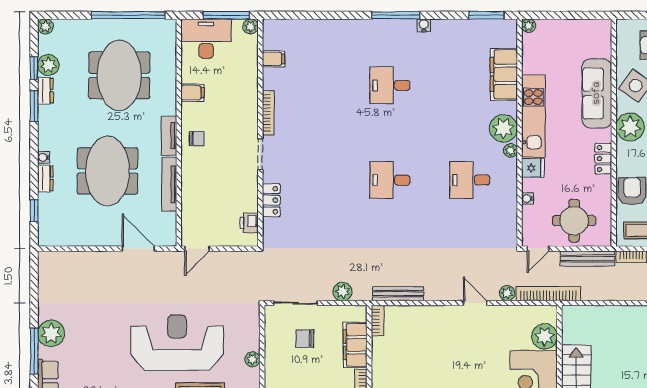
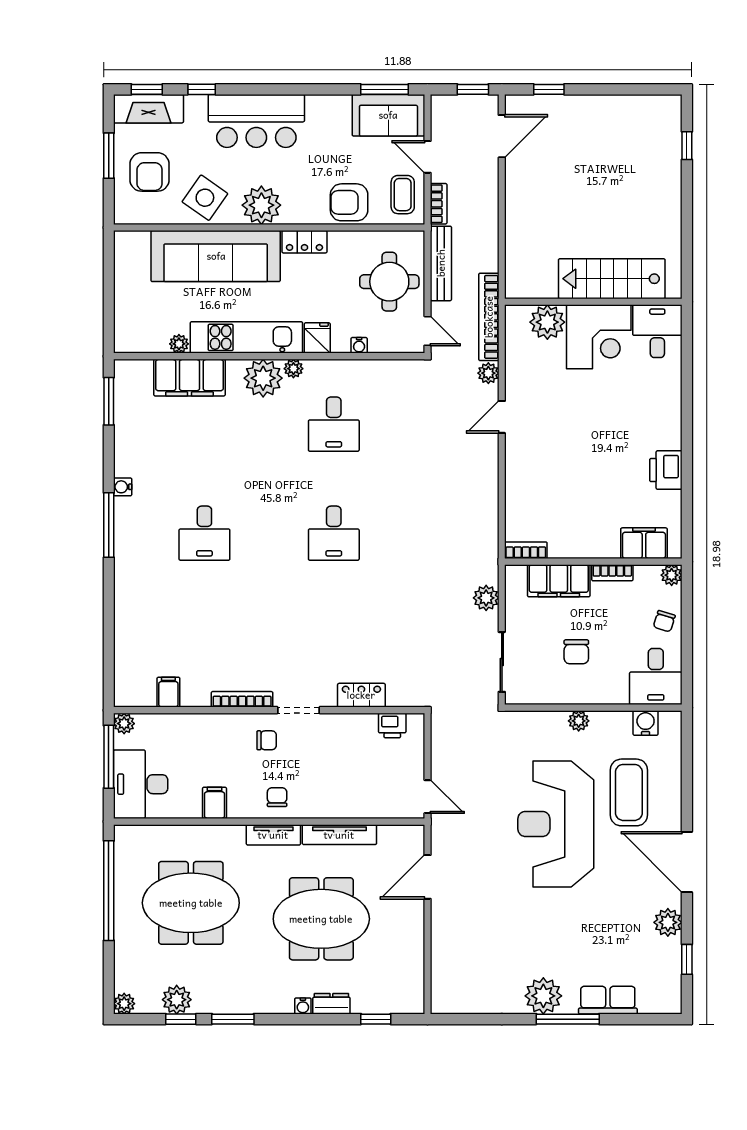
plant: (529, 26) -> (179, 344), moved
dresser: (45, 91) -> (212, 1004), removed
sofa: (597, 93) -> (216, 256), width x1.36, depth x1.27
chair: (238, 131) -> (267, 740), added
bench: (398, 294) -> (489, 522), removed
chair: (305, 339) -> (576, 652), moved

